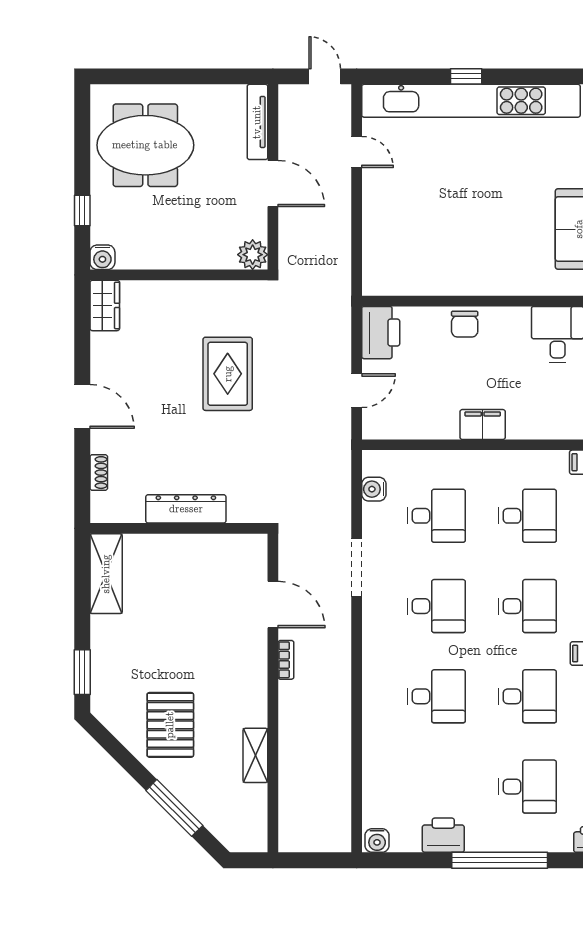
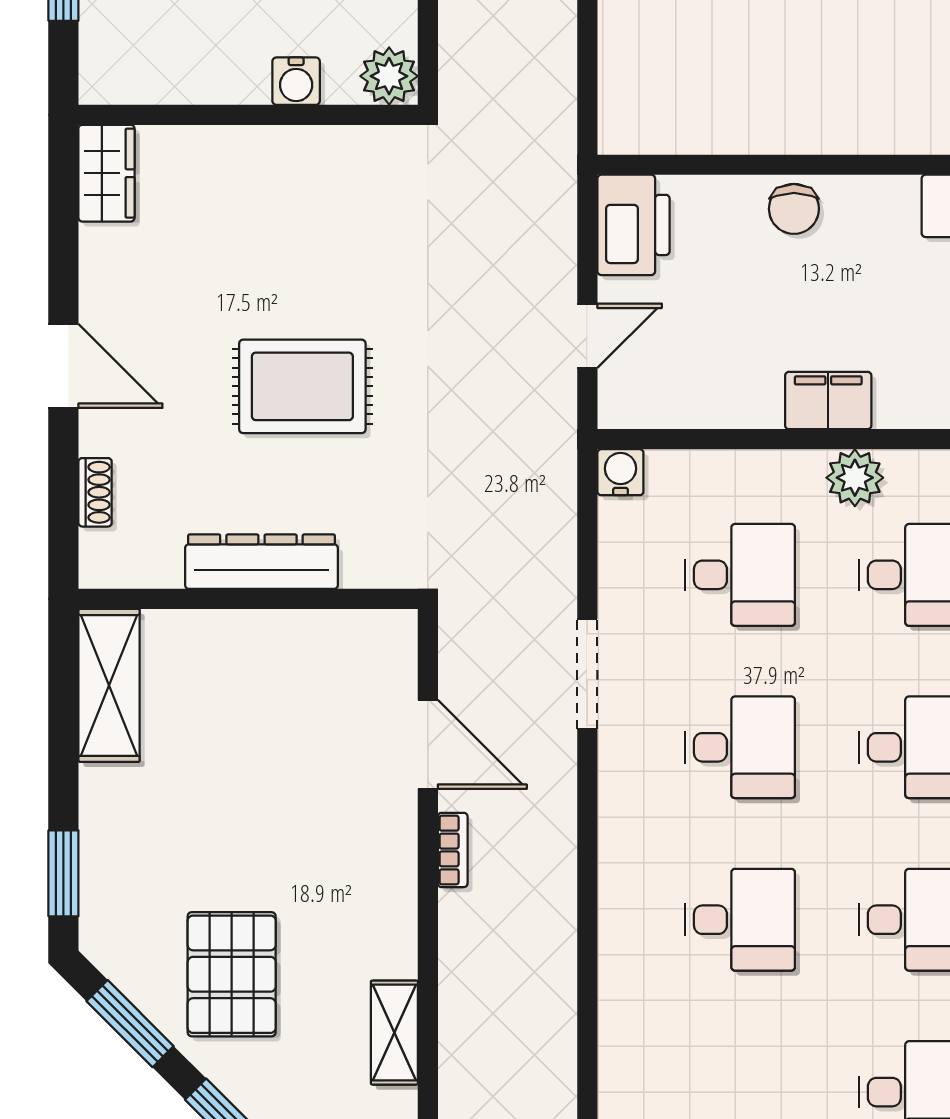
water cooler: (102, 257) -> (296, 81), moved
rug: (228, 374) -> (302, 386), moved, turned 90
plant: (497, 465) -> (855, 478), added
water cooler: (374, 489) -> (620, 472), moved, turned 90
window: (117, 751) -> (130, 1024), added

